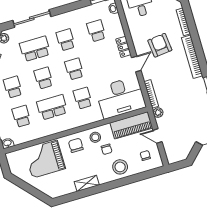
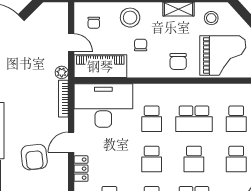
stool: (95, 137) -> (211, 18), moved

